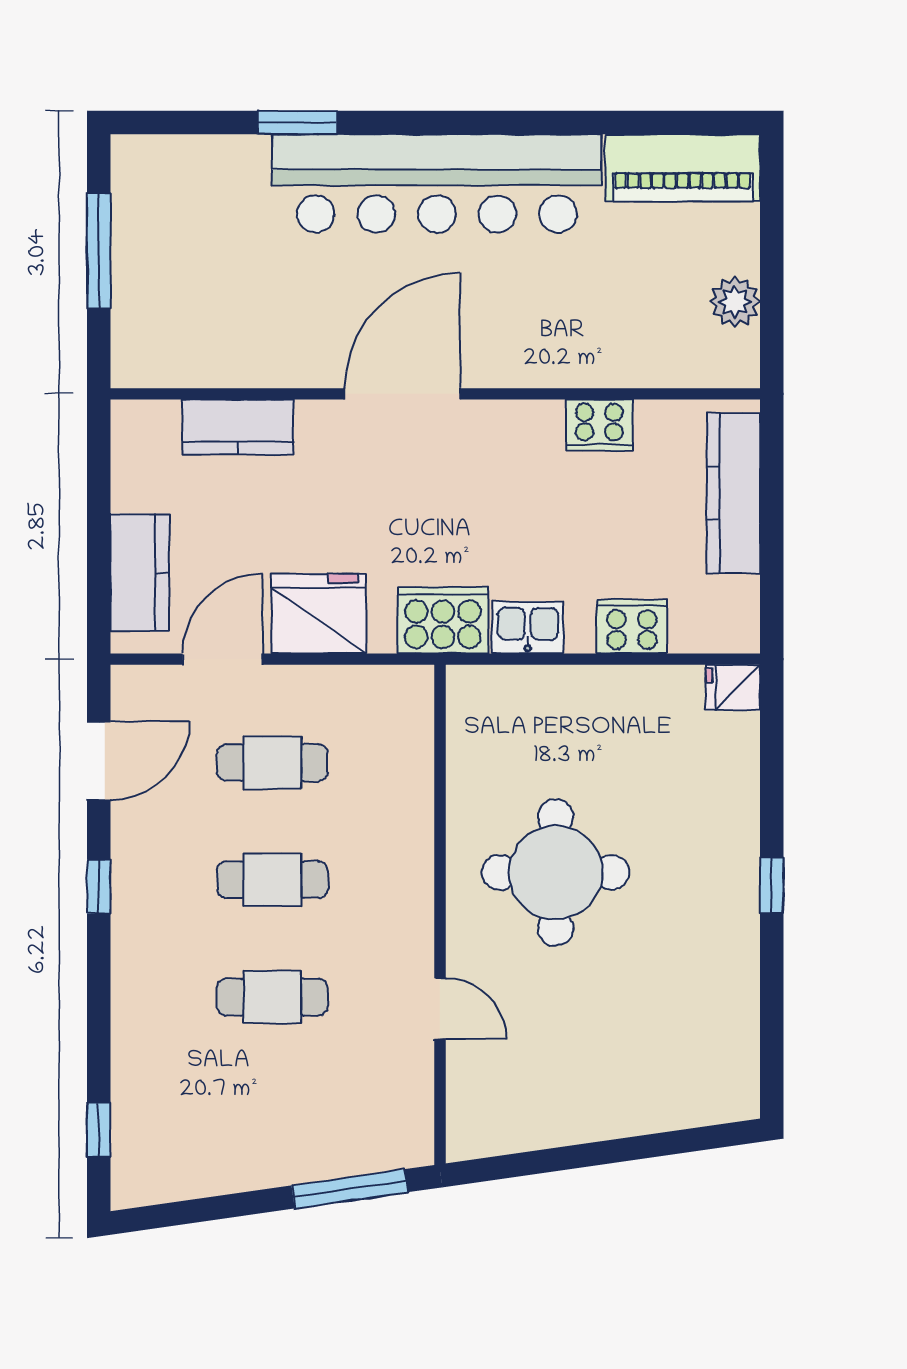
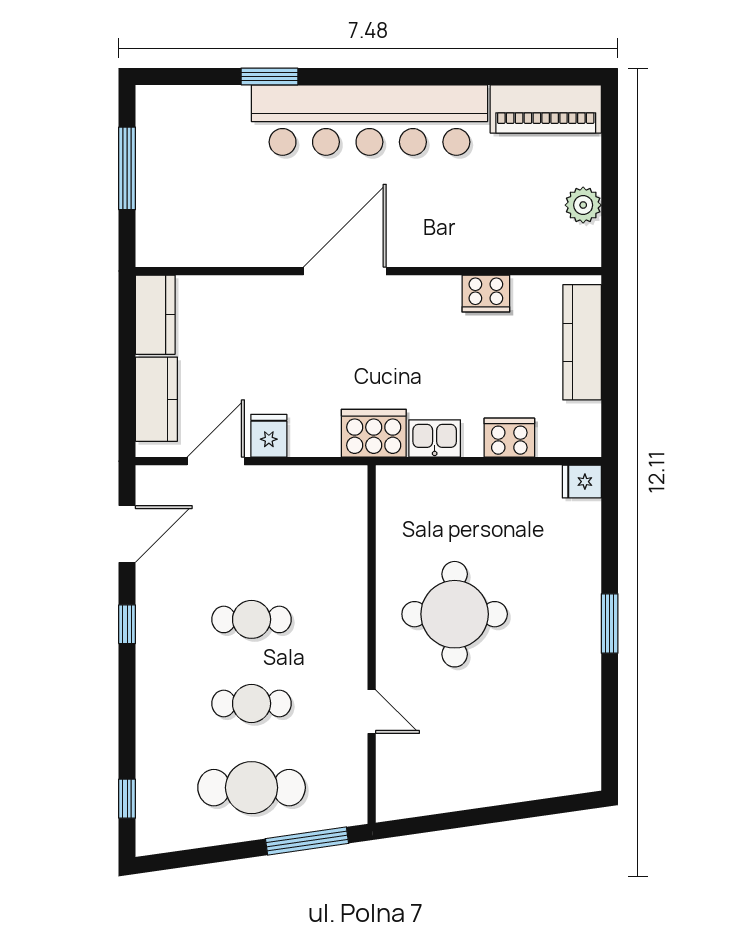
kitchen counter: (238, 427) -> (155, 315), moved, turned -90
fridge: (319, 614) -> (269, 436), width x0.53, depth x0.75
cafe table: (272, 762) -> (252, 788), moved, width x1.37, depth x1.35
window: (772, 885) -> (610, 623), width x1.50

